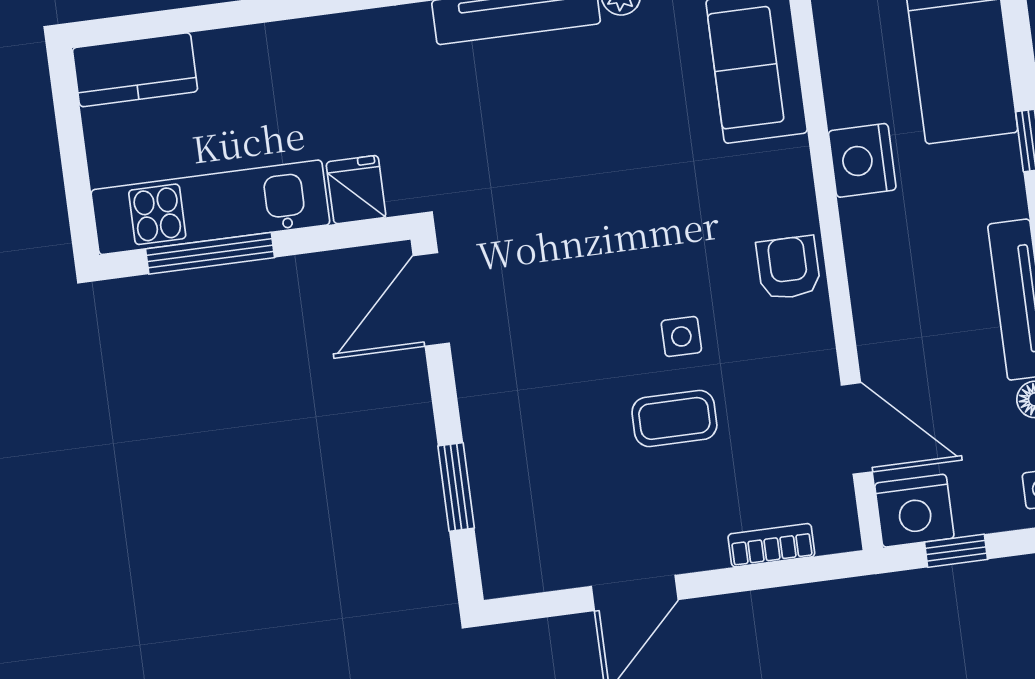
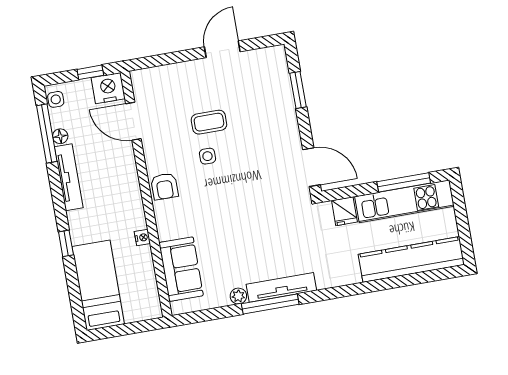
kitchen counter: (135, 70) -> (411, 259), width x2.08, depth x1.17
nightstand: (862, 160) -> (142, 238), width x0.53, depth x0.56
door: (431, 299) -> (311, 167), hinge flipped
bookcase: (771, 545) -> (167, 71), removed

